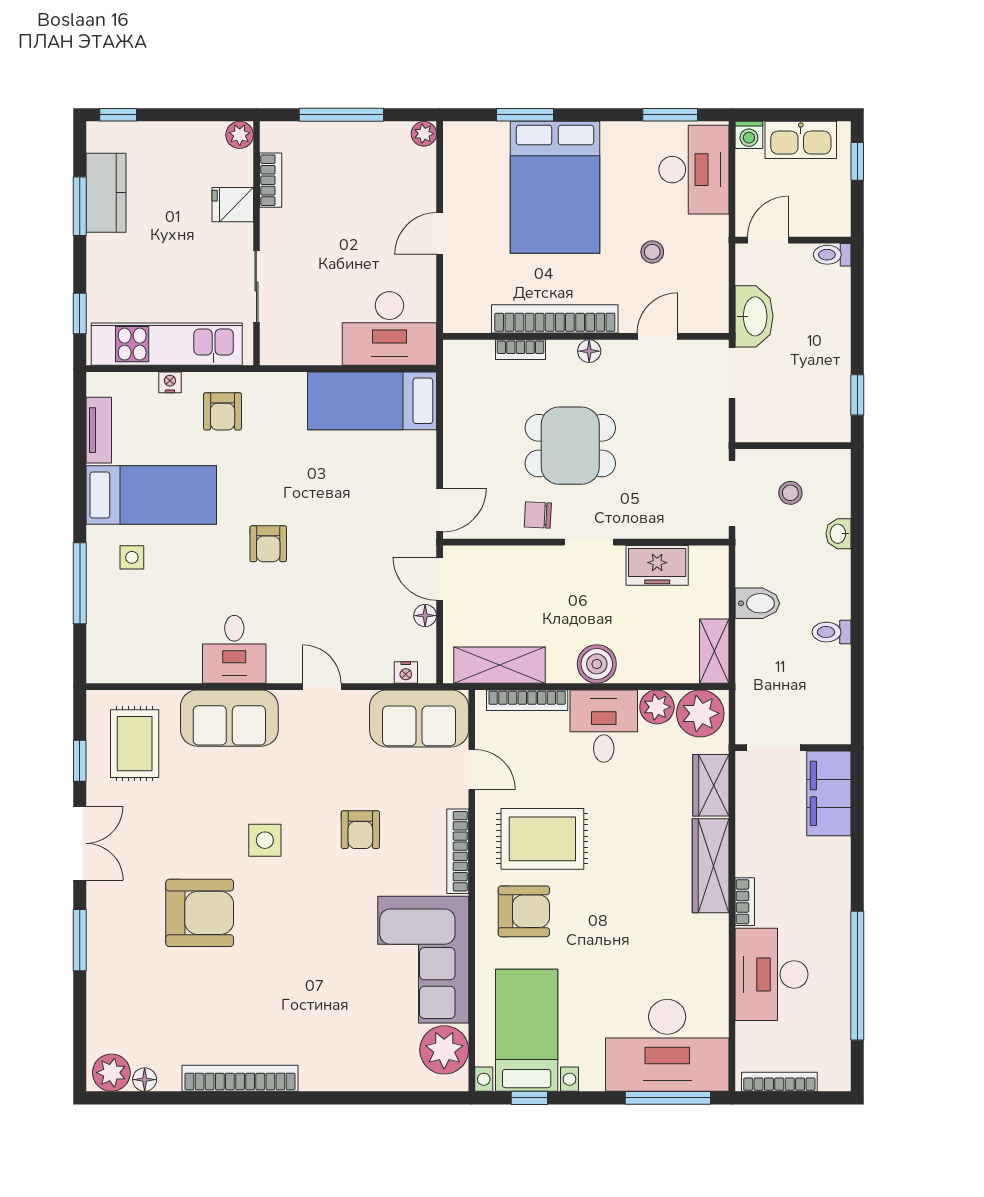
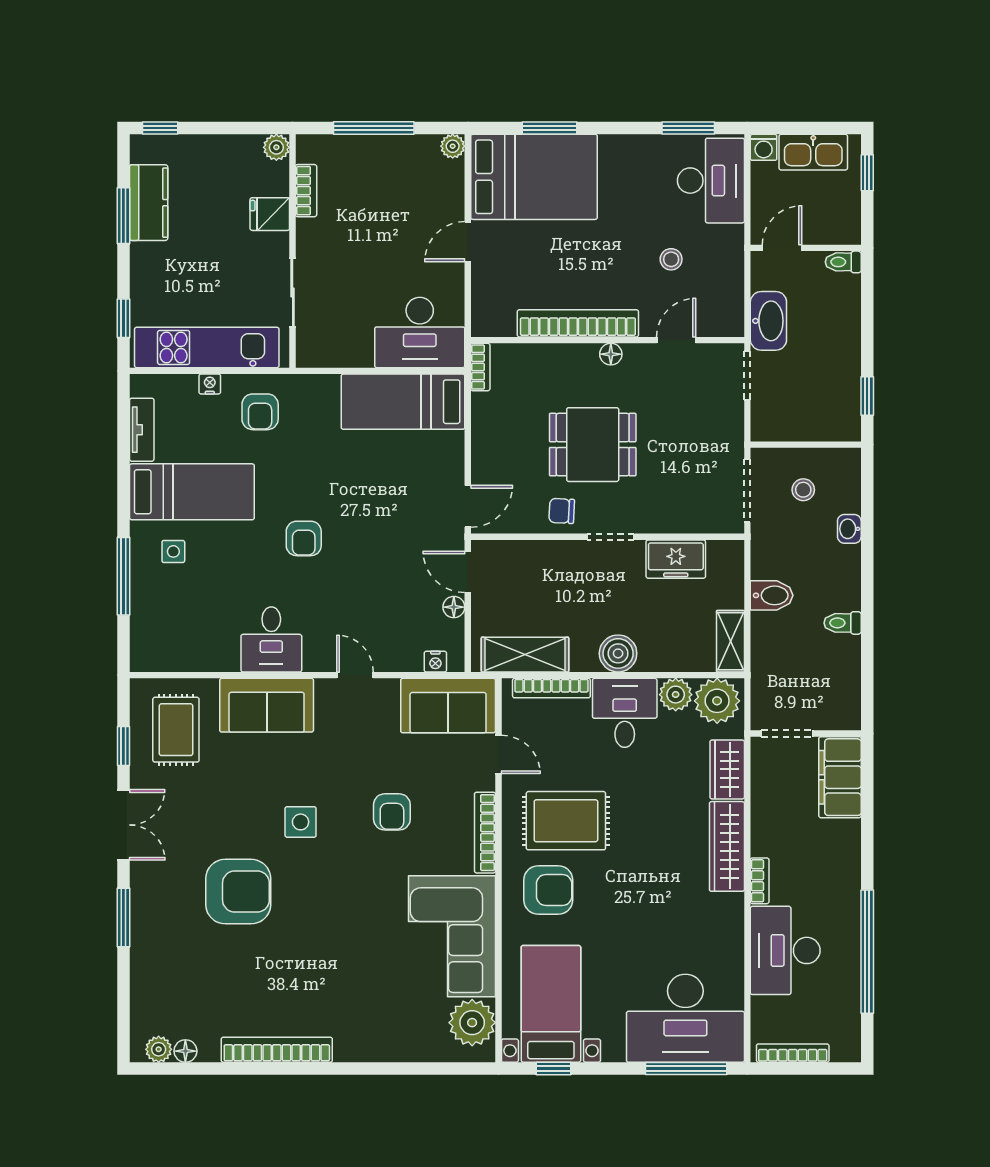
bed: (555, 187) -> (534, 177), moved, turned -90
bookcase: (520, 350) -> (480, 367), moved, turned -90
plant: (111, 1073) -> (159, 1049), width x0.73, depth x0.73

